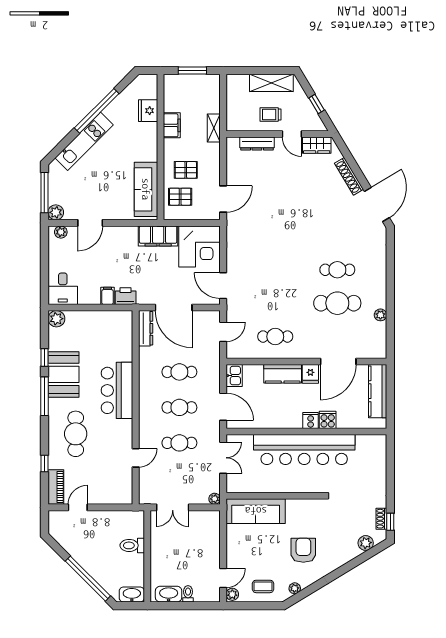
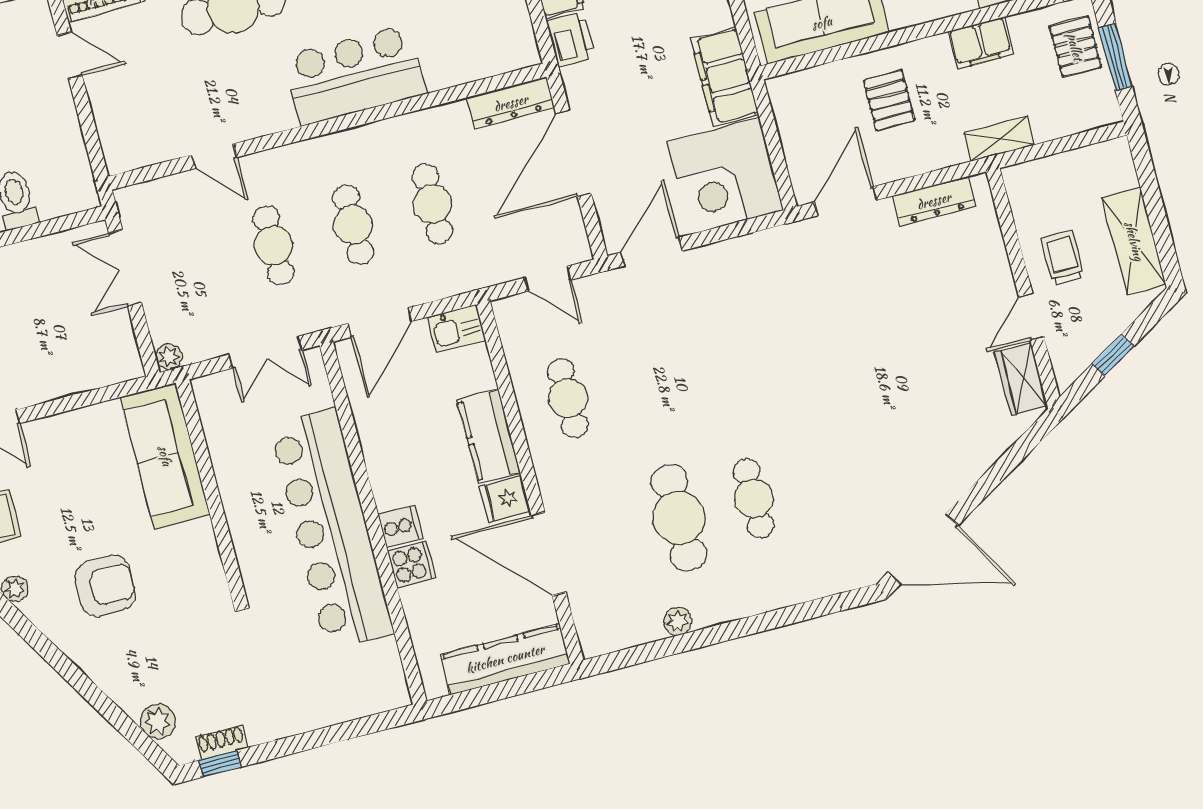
dresser: (257, 144) -> (934, 201), moved, turned -90
shoe rack: (349, 176) -> (970, 470), removed
pallet: (180, 197) -> (1075, 47), moved
door: (223, 199) -> (845, 201), swing flipped

